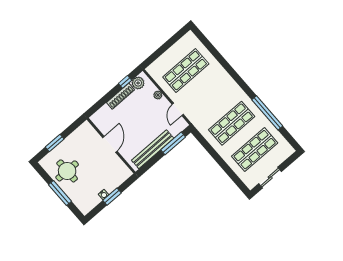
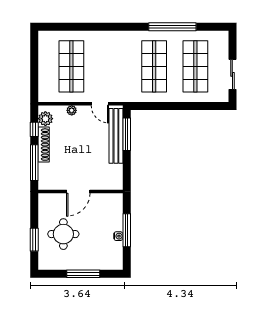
window: (104, 100) -> (34, 163), added
door: (110, 144) -> (78, 192), swing flipped
bench: (153, 149) -> (116, 136), moved
round table: (67, 171) -> (63, 234), moved
window: (112, 197) -> (127, 230), width x1.44

